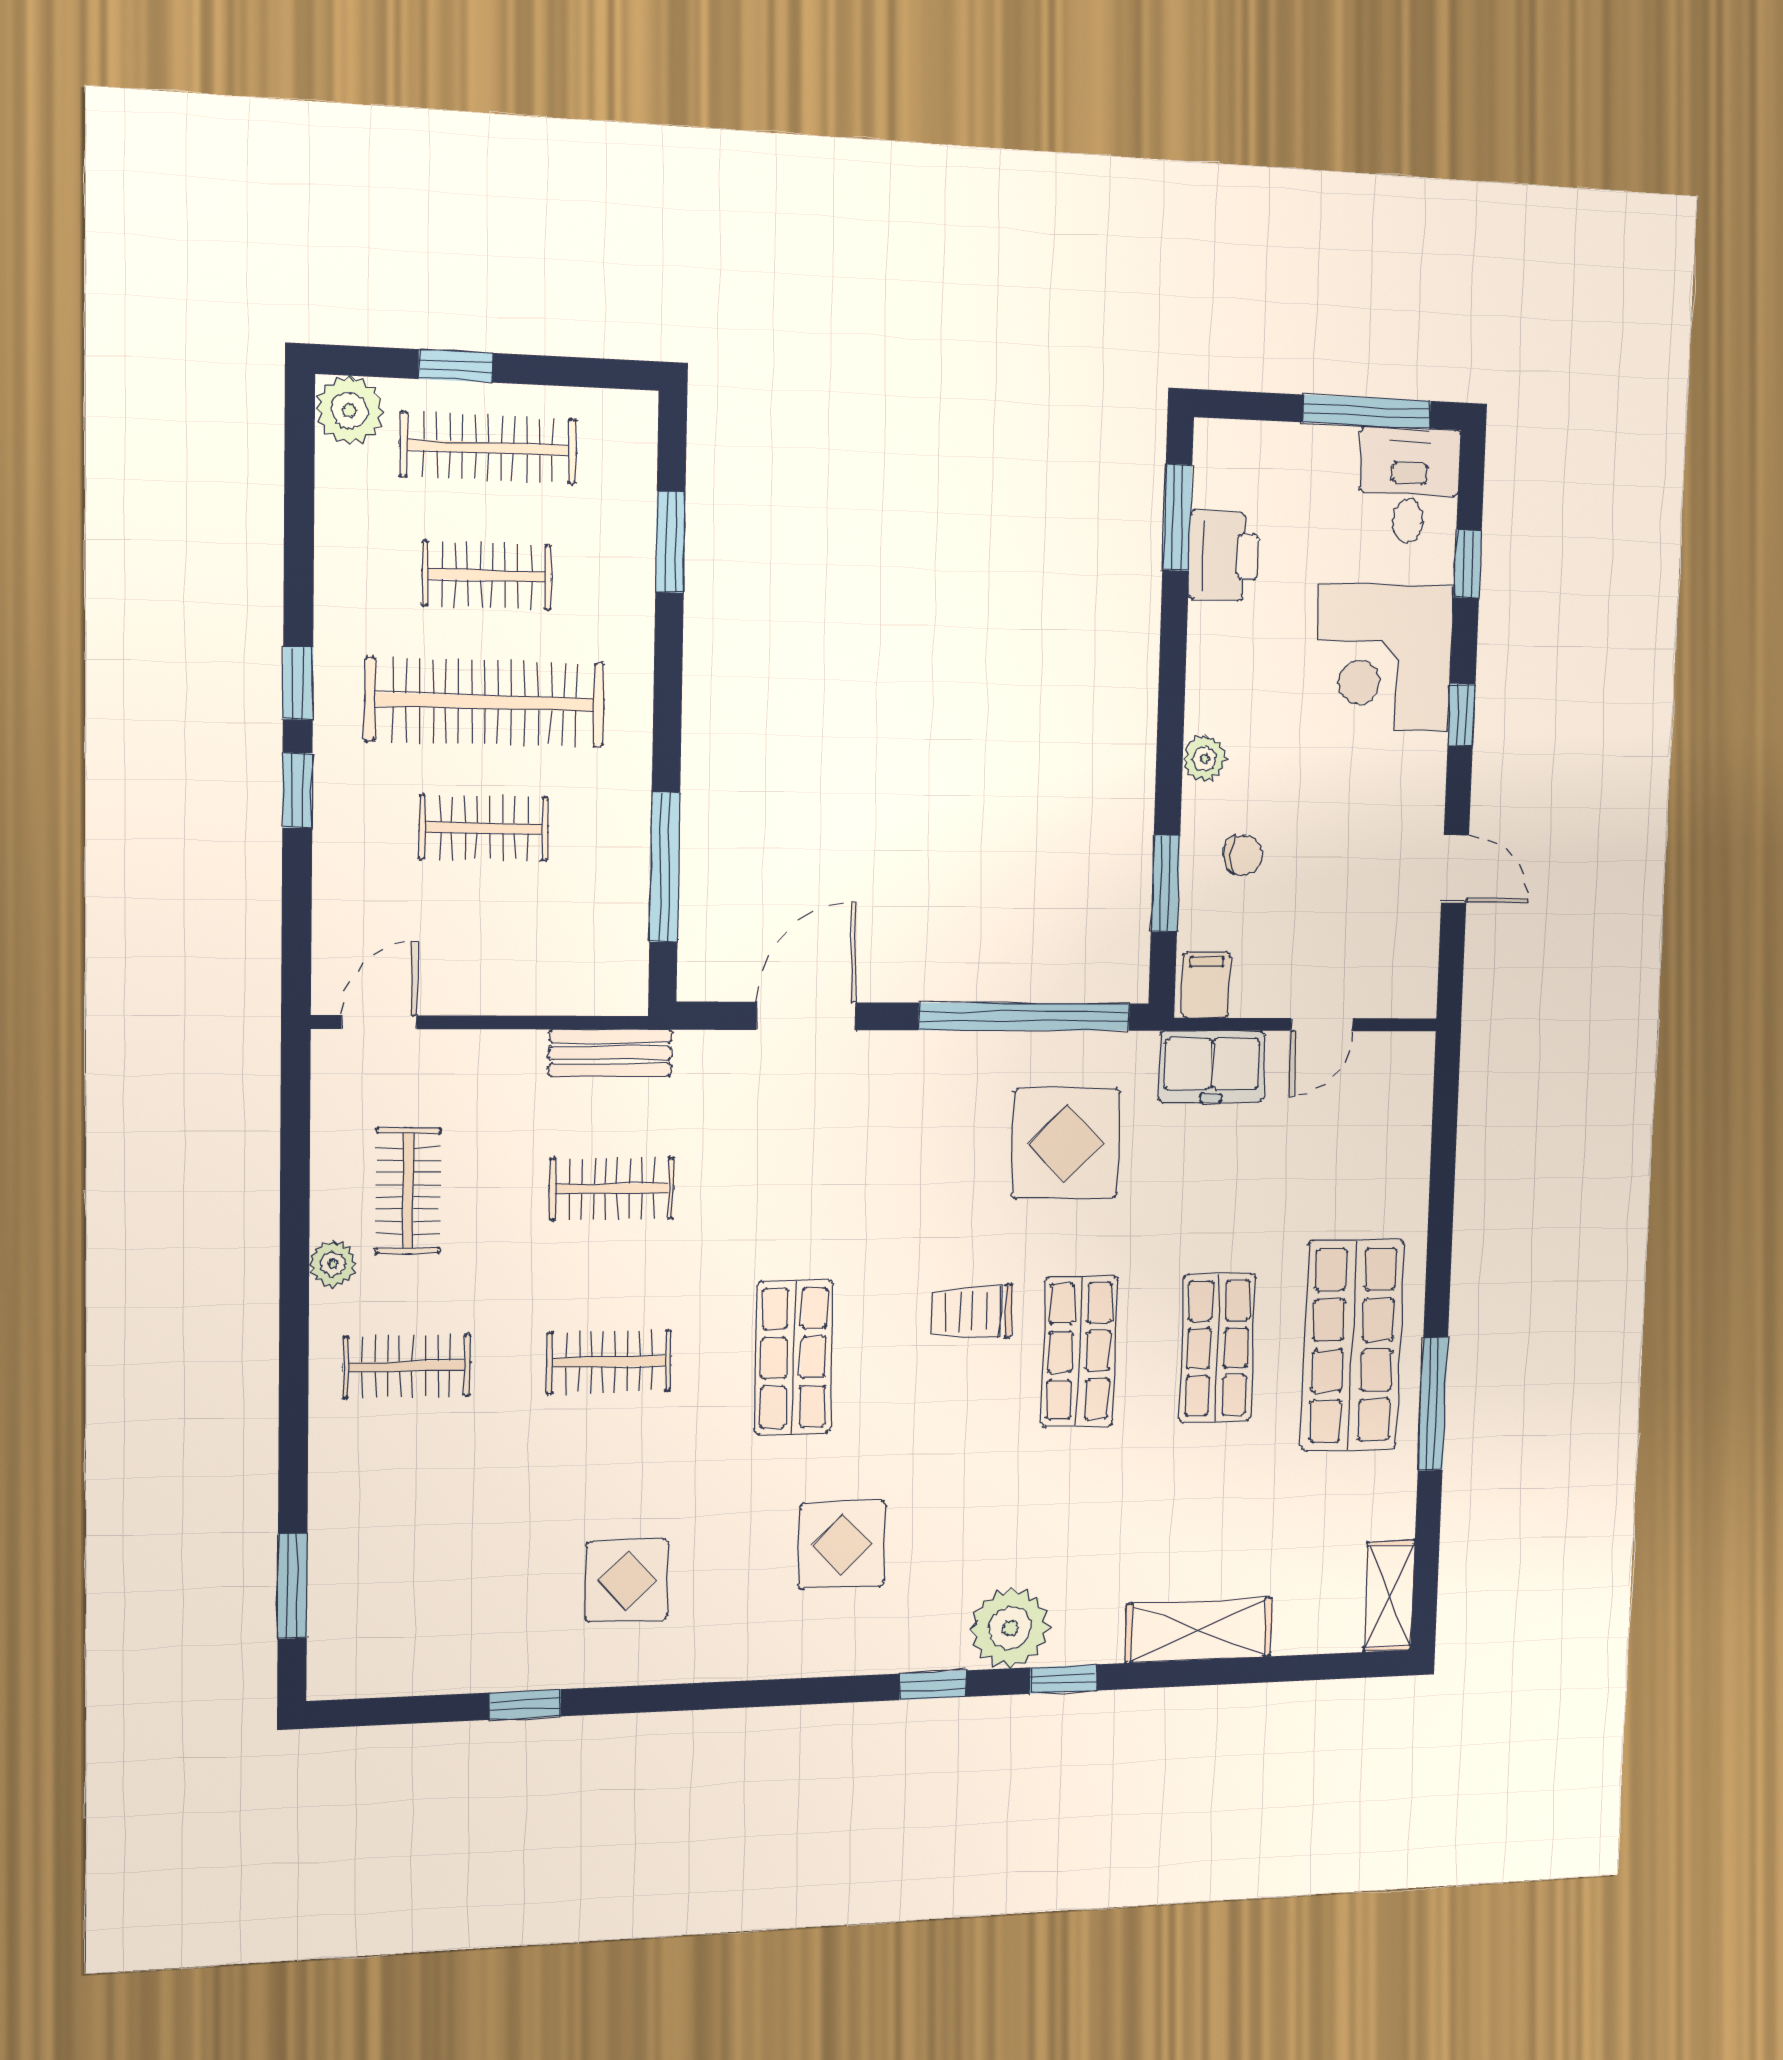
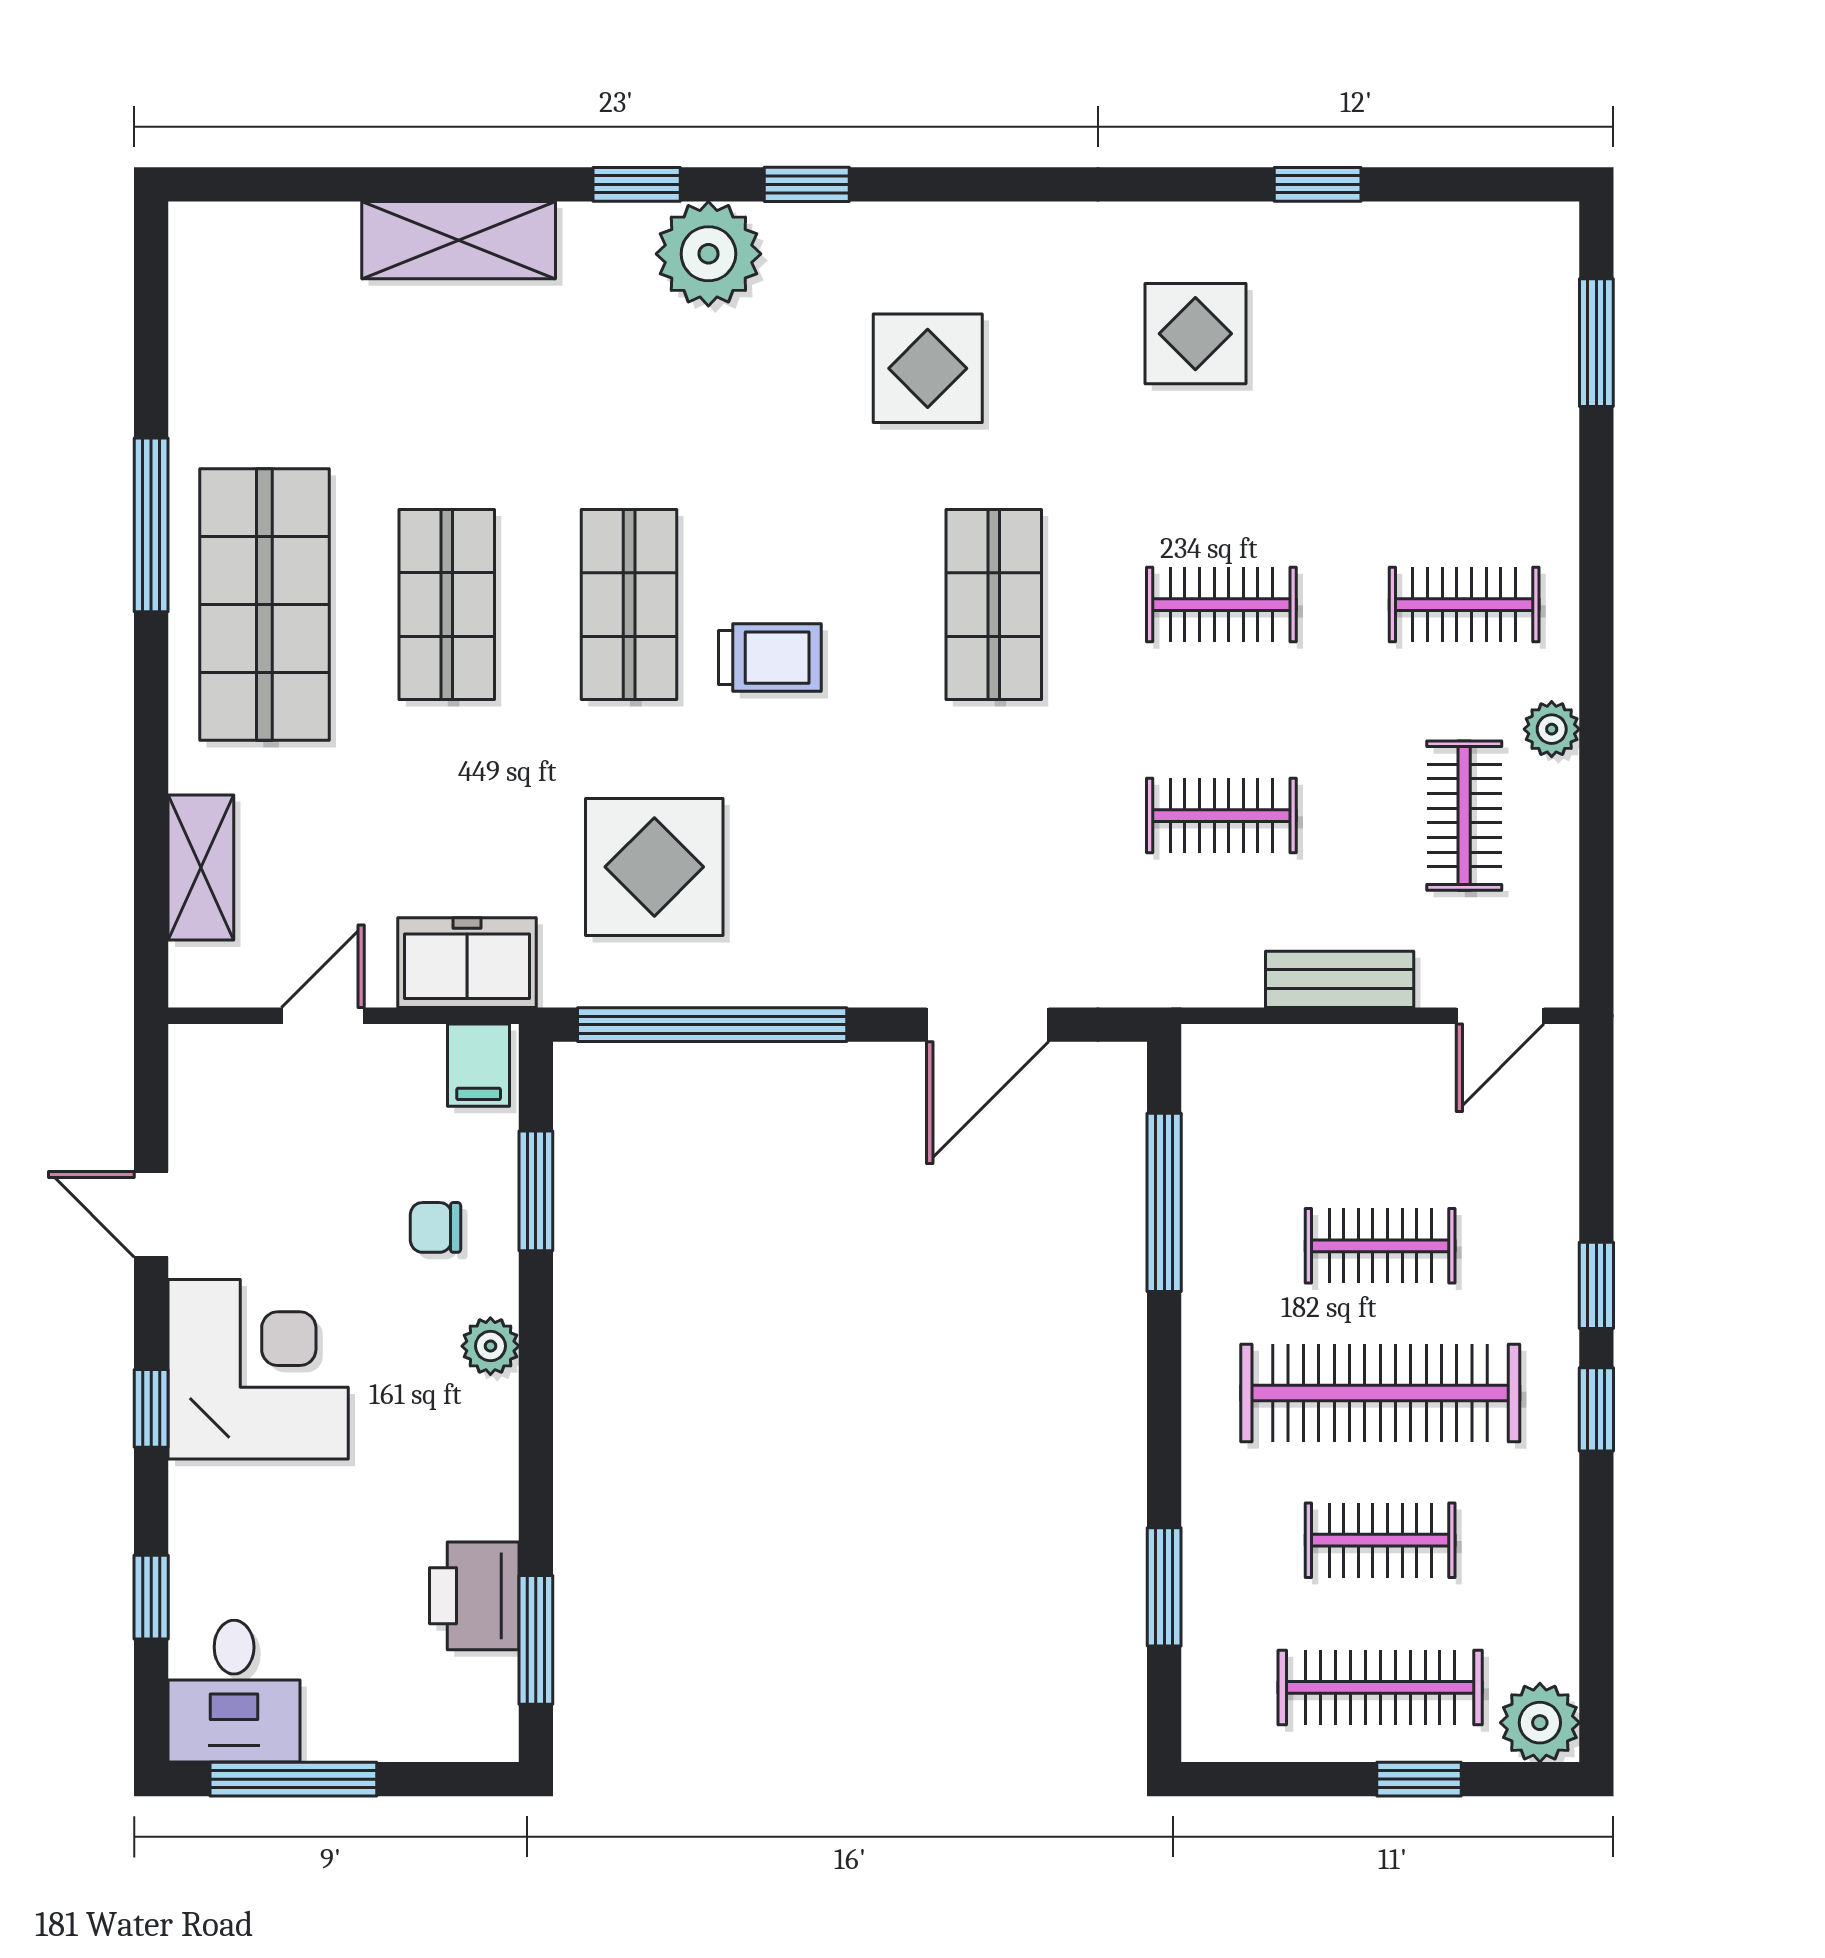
corner desk: (1384, 657) -> (258, 1369), moved
bench: (610, 1053) -> (1340, 979), moved
shelving: (1389, 1596) -> (201, 868), moved

